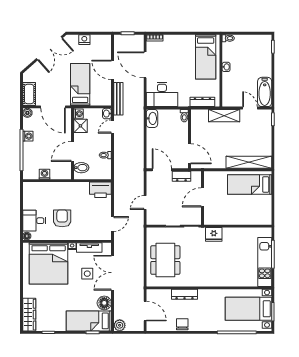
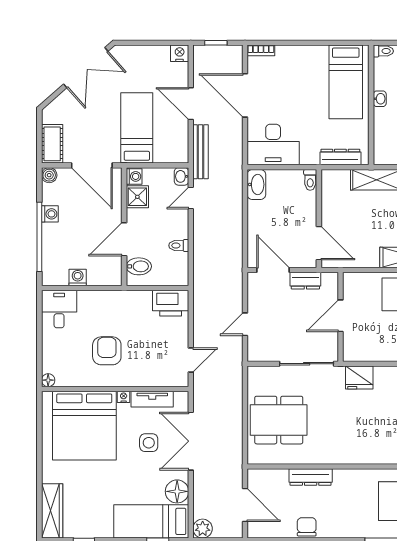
nightstand: (84, 40) -> (180, 53), moved
desk: (34, 221) -> (59, 309), moved, turned 90
dining table: (165, 260) -> (279, 420), turned 90

